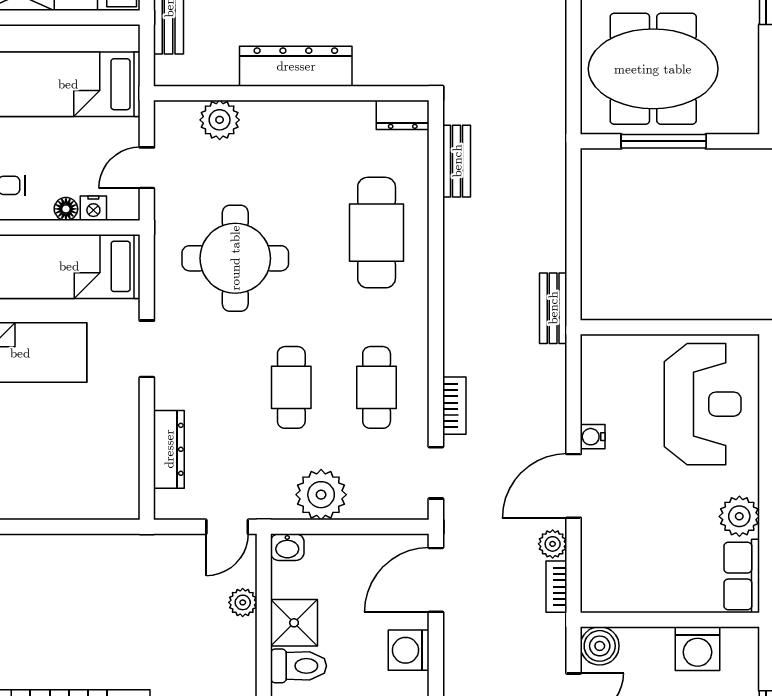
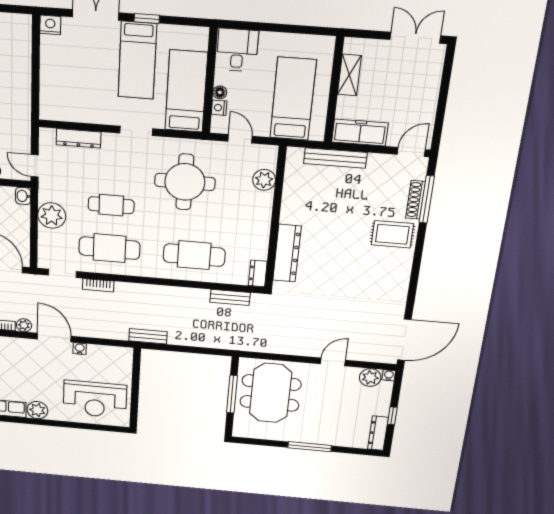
dresser: (296, 66) -> (287, 253), moved
cafe table: (377, 387) -> (109, 248), width x1.37, depth x1.35

